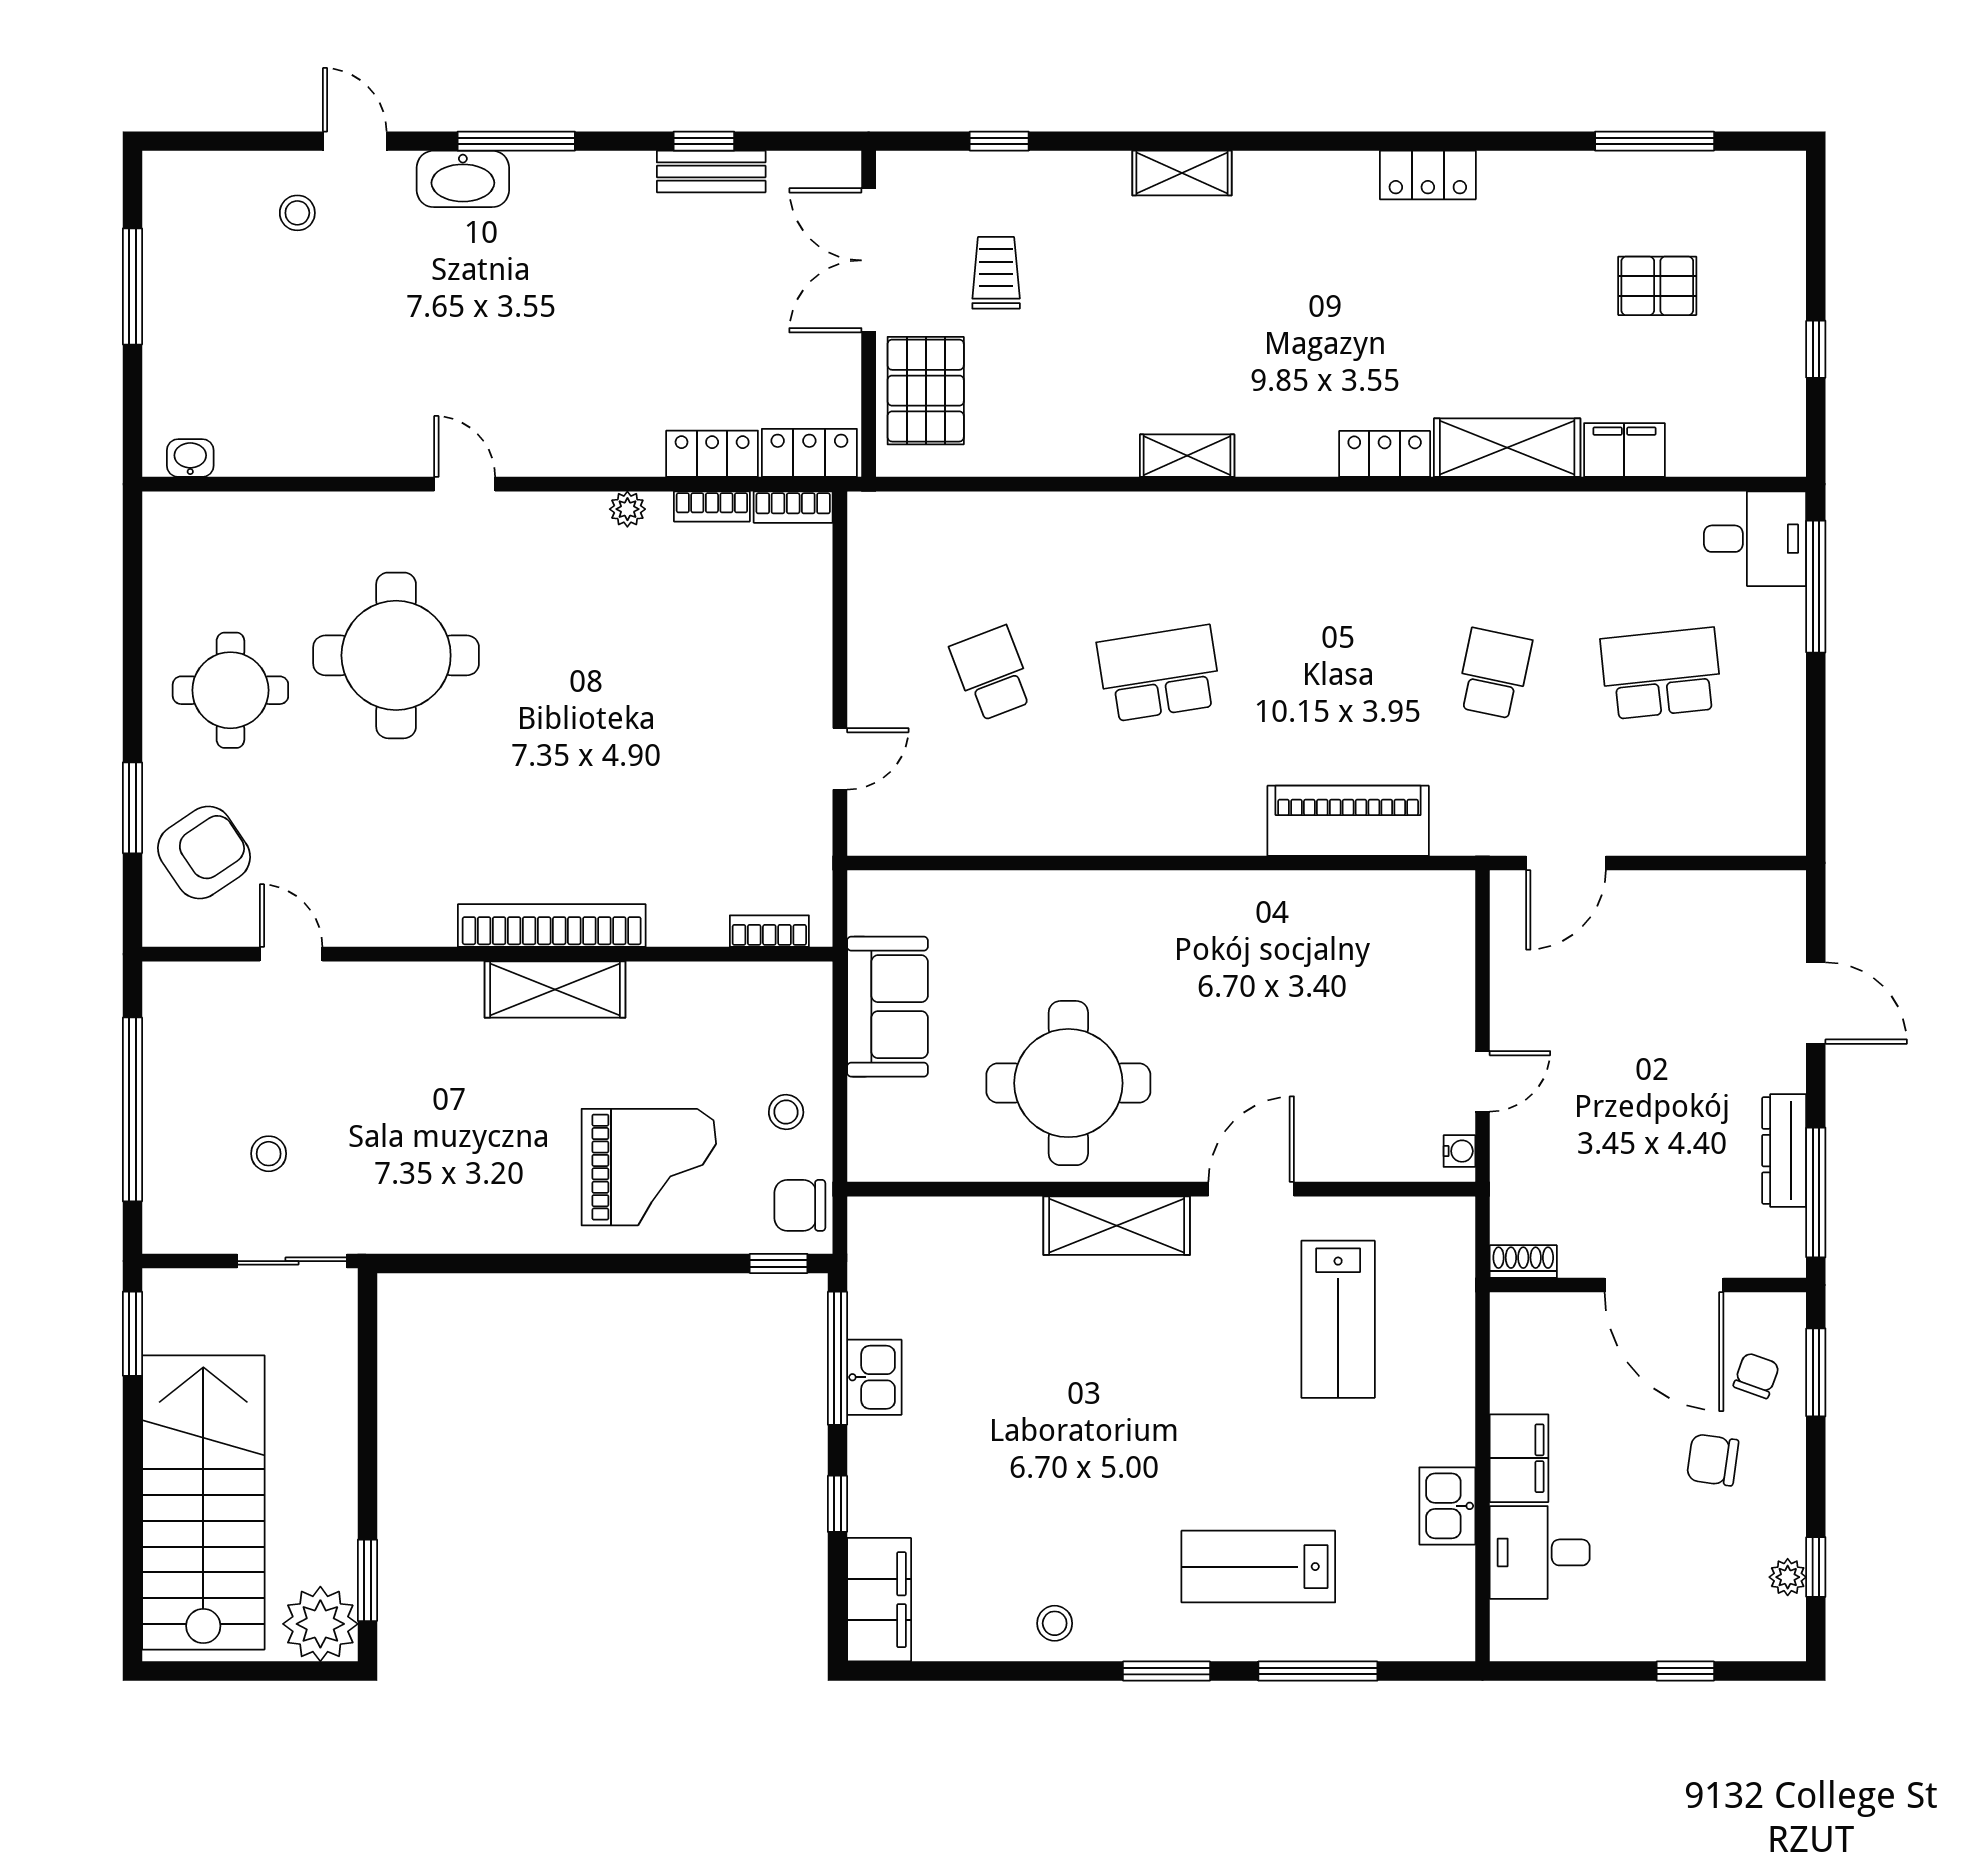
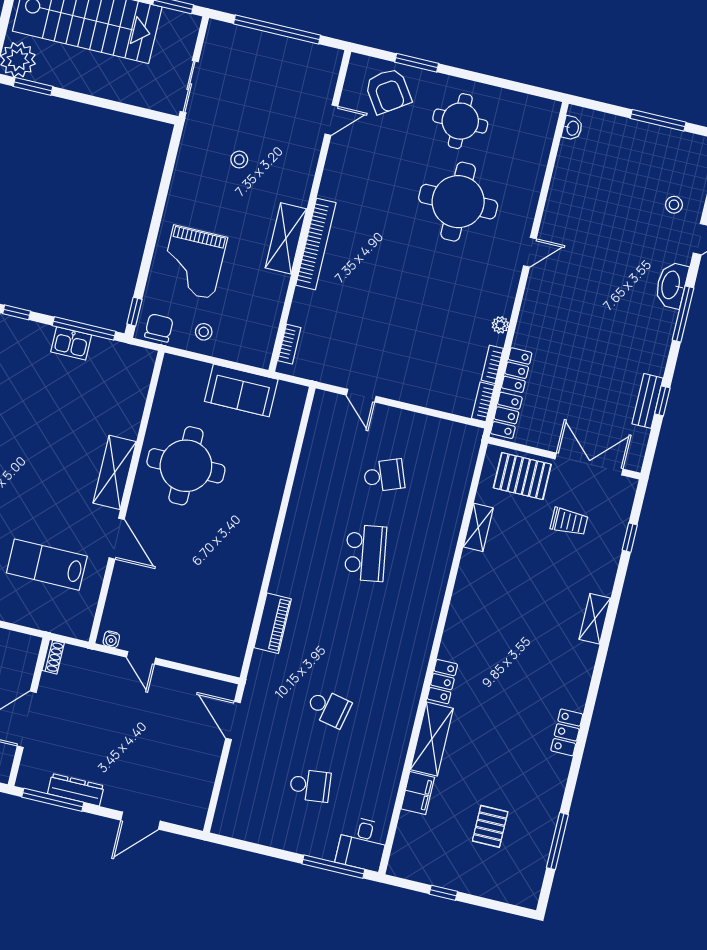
shelving: (1187, 456) -> (478, 527), moved
school desk: (1661, 674) -> (310, 785), width x0.54
piano: (1348, 821) -> (273, 623), width x0.73, depth x0.75
stool: (269, 1154) -> (239, 160), moved

